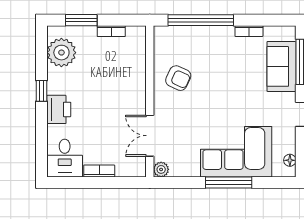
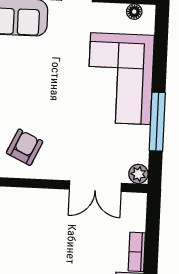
window: (229, 183) -> (157, 122), moved

